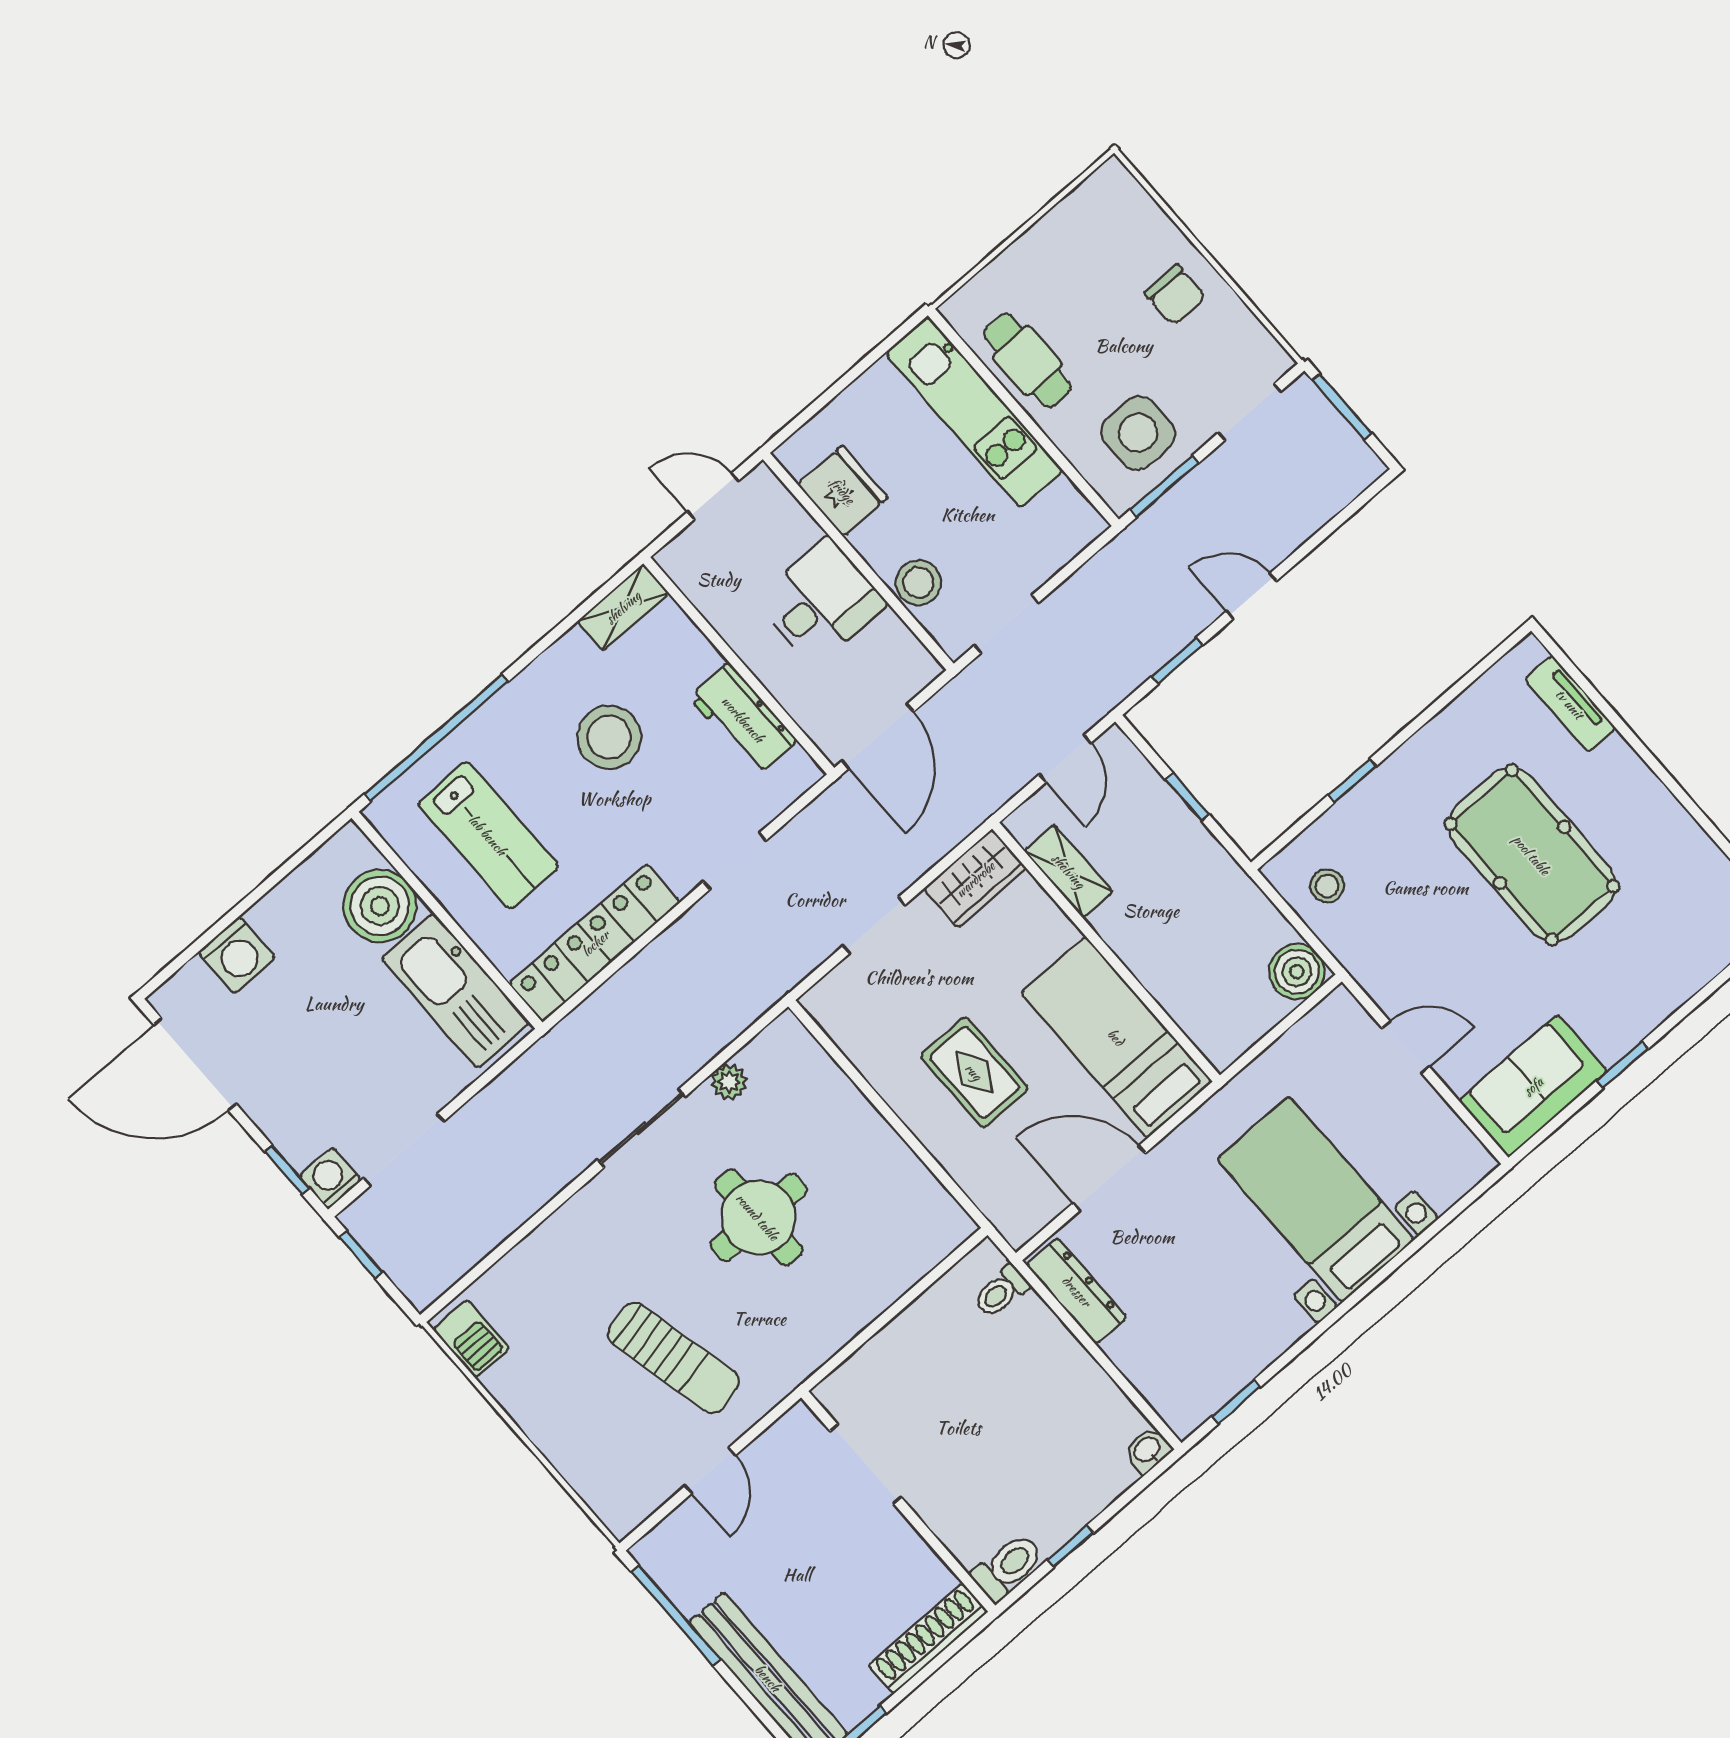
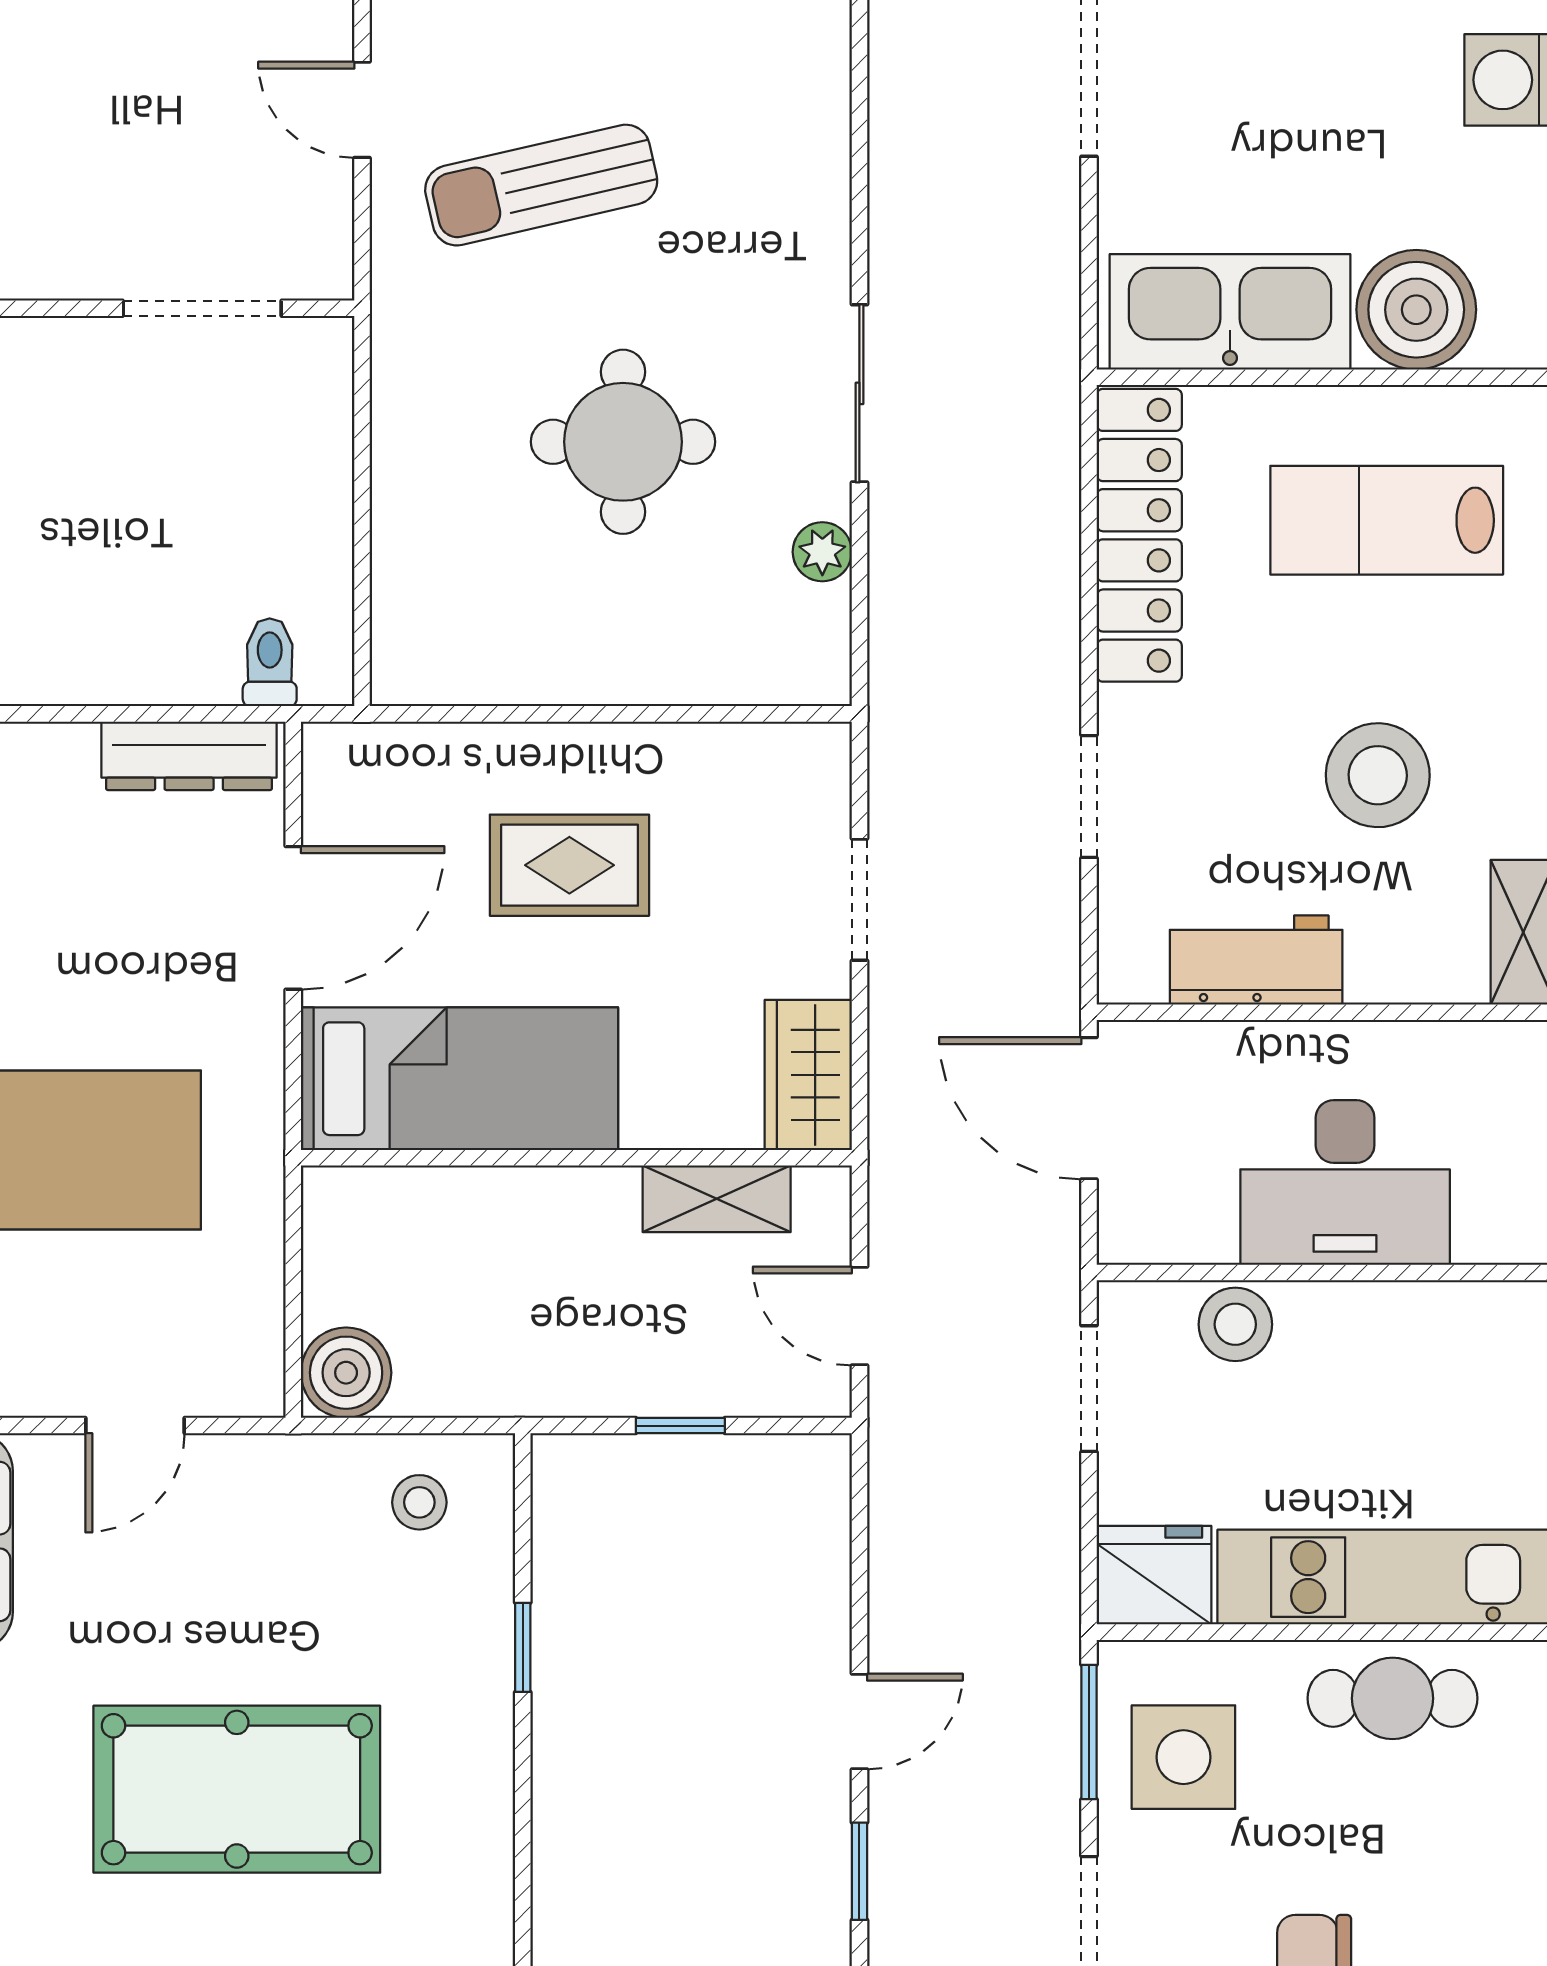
fridge: (843, 491) -> (1154, 1575), moved, turned 180
desk: (821, 602) -> (1345, 1183), width x1.37
window: (1177, 661) -> (859, 1871), moved

